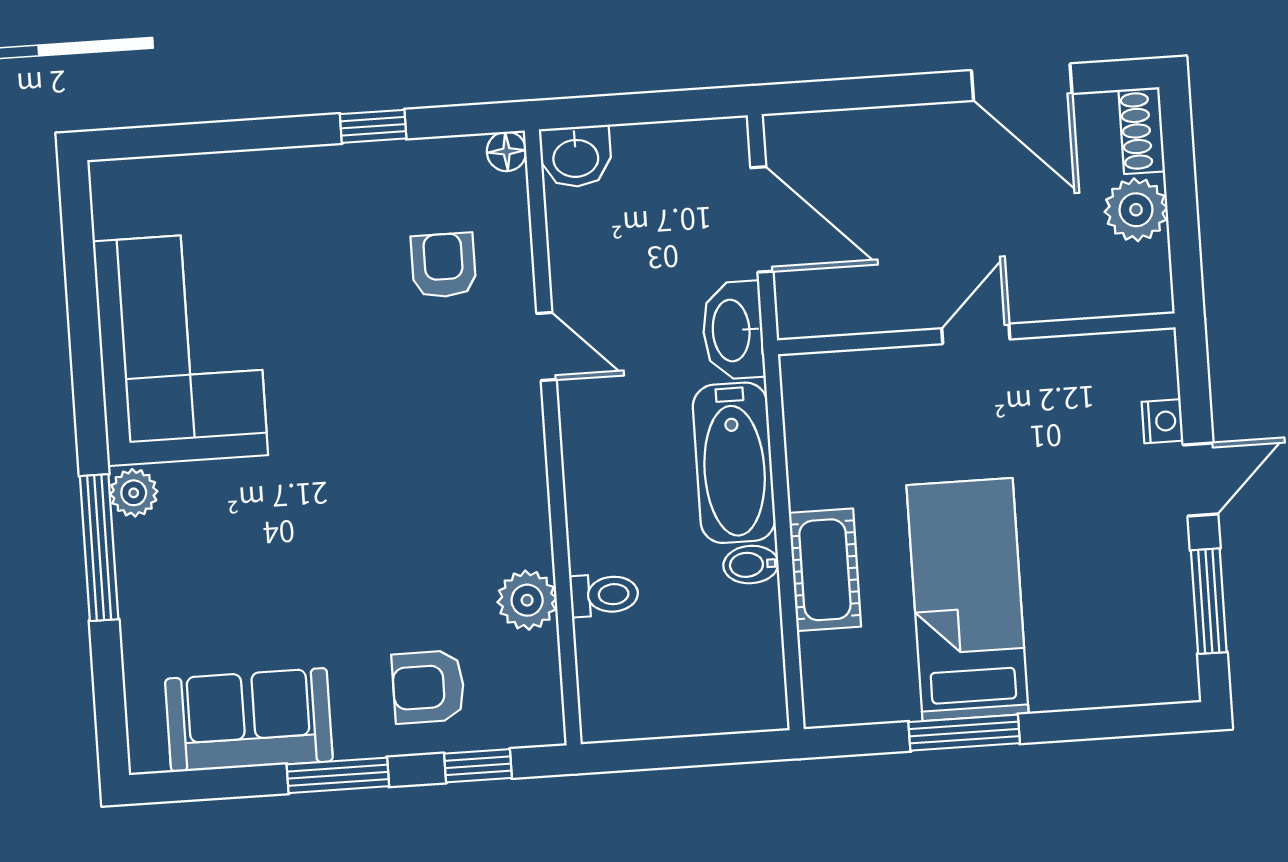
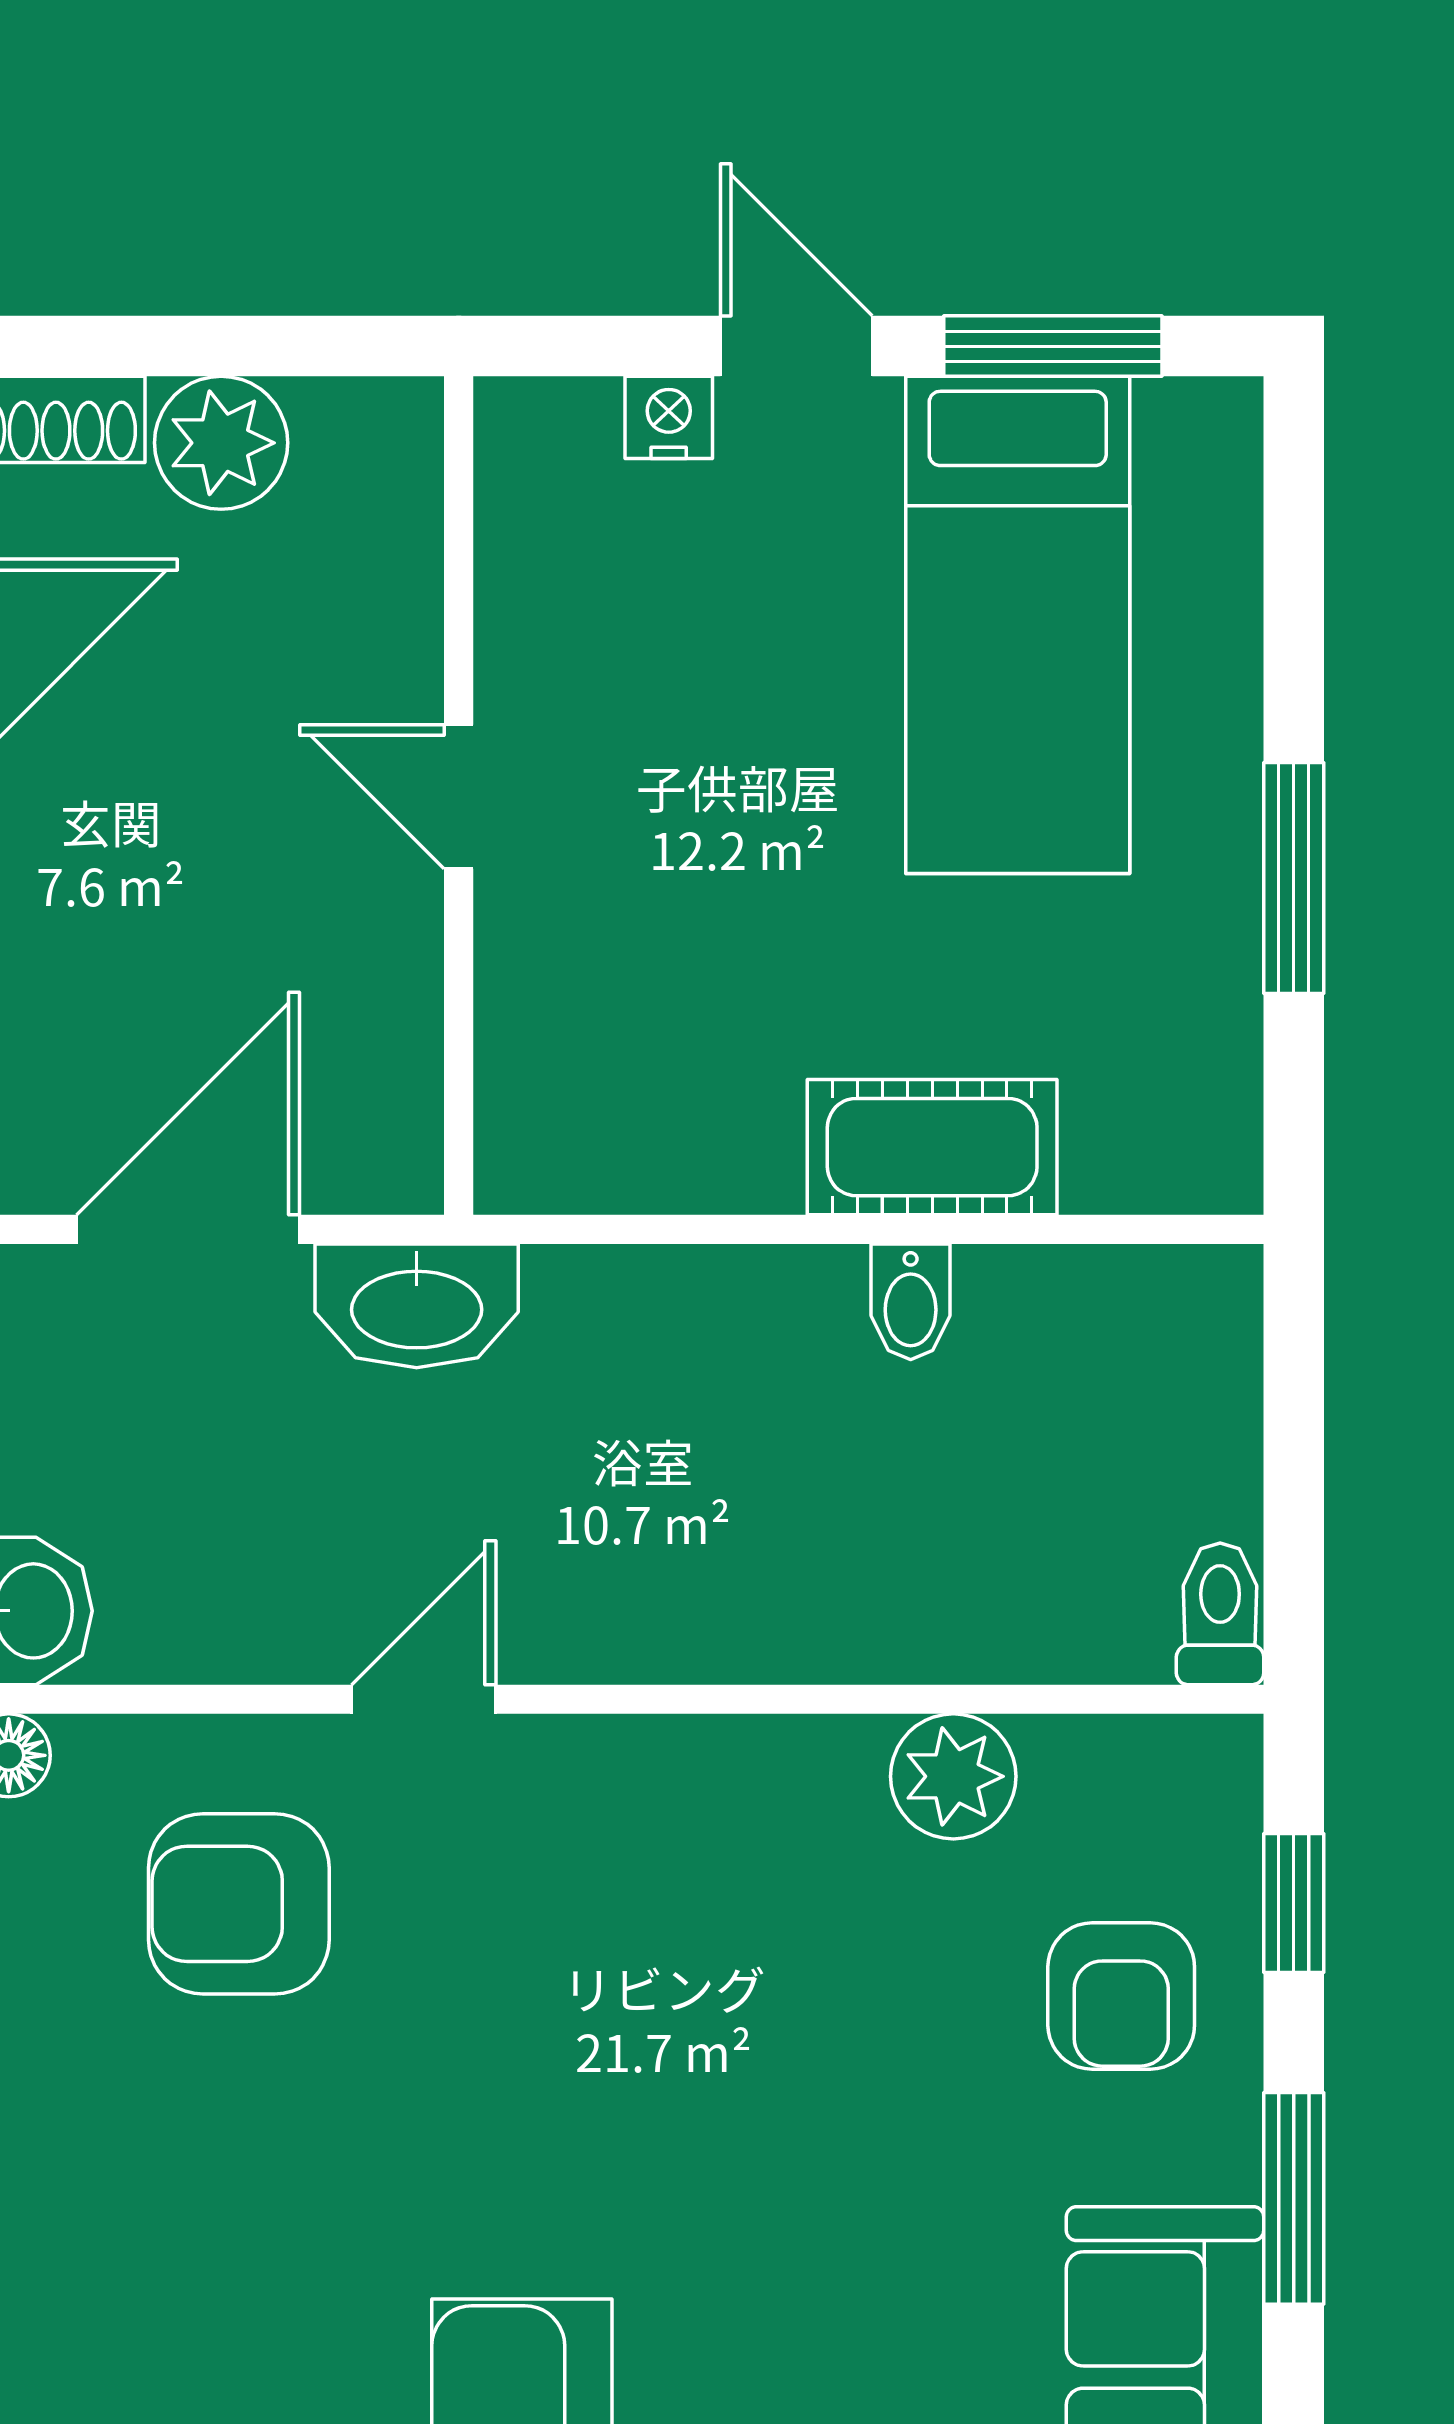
armchair: (444, 265) -> (239, 1904), width x1.38, depth x1.38
bathtub: (734, 463) -> (695, 1322), removed
toilet: (604, 595) -> (1220, 1614), moved
bed: (968, 600) -> (1018, 625), moved, turned -90

